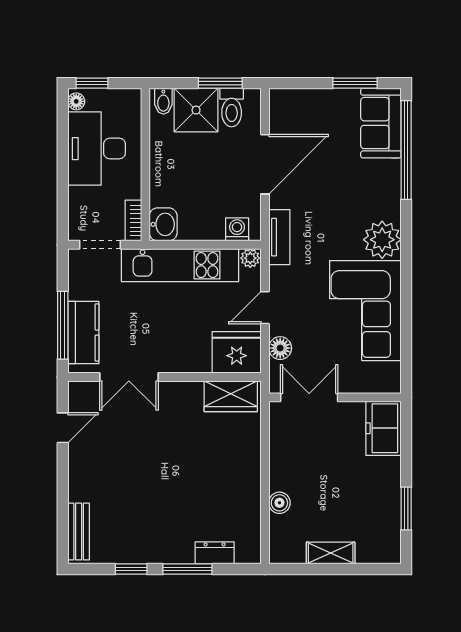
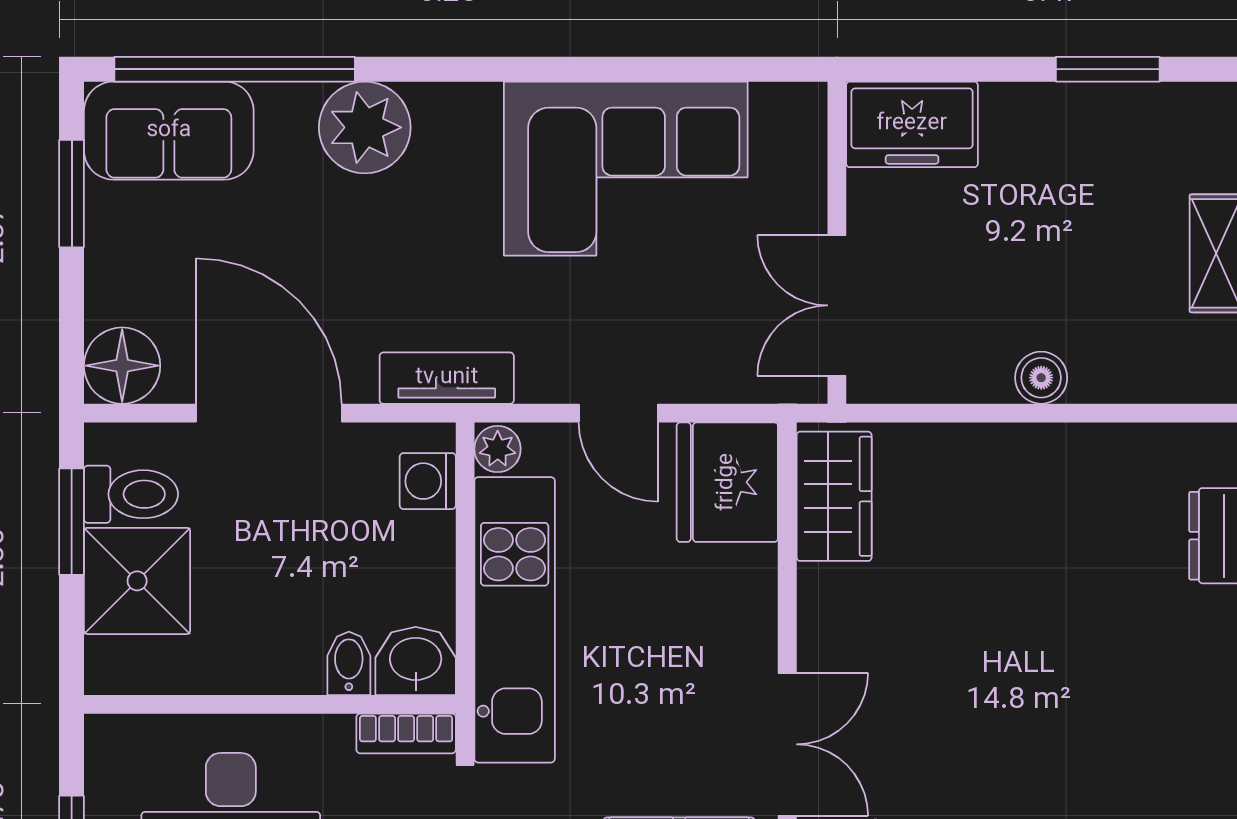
bidet: (163, 101) -> (349, 663), moved, turned -90
plant: (382, 240) -> (365, 127), moved
floor lamp: (280, 348) -> (122, 366), moved, width x1.38, depth x1.38
boiler: (279, 503) -> (1041, 378), moved

